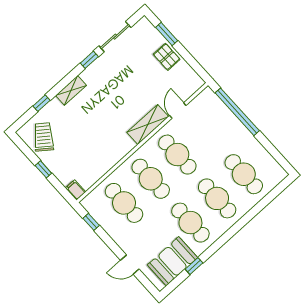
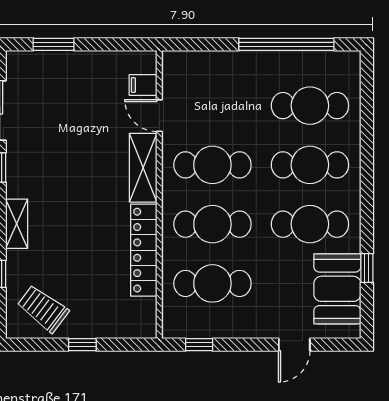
pallet: (167, 57) -> (81, 70), removed
window: (237, 112) -> (286, 44), moved
locker: (111, 158) -> (144, 250), added
filing cabinet: (76, 190) -> (143, 85), moved

